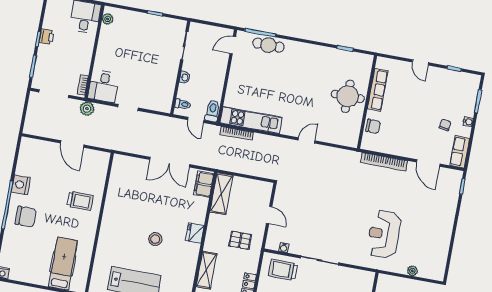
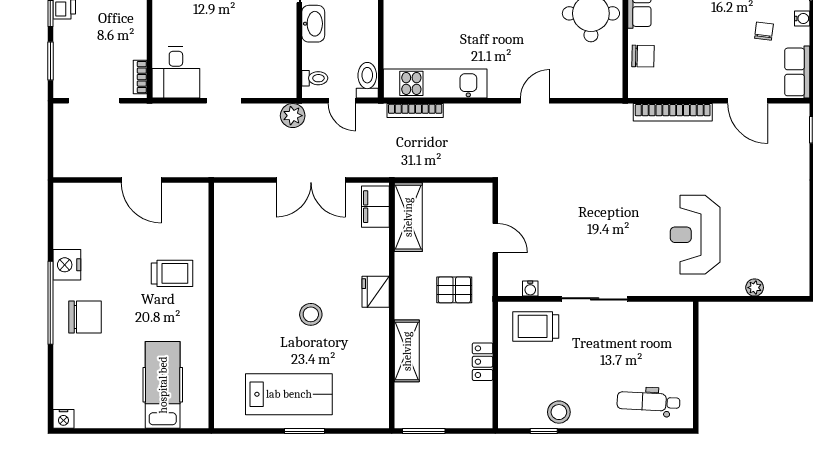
washbasin: (185, 77) -> (313, 24), width x1.91, depth x1.45
plant: (87, 109) -> (293, 116), moved

